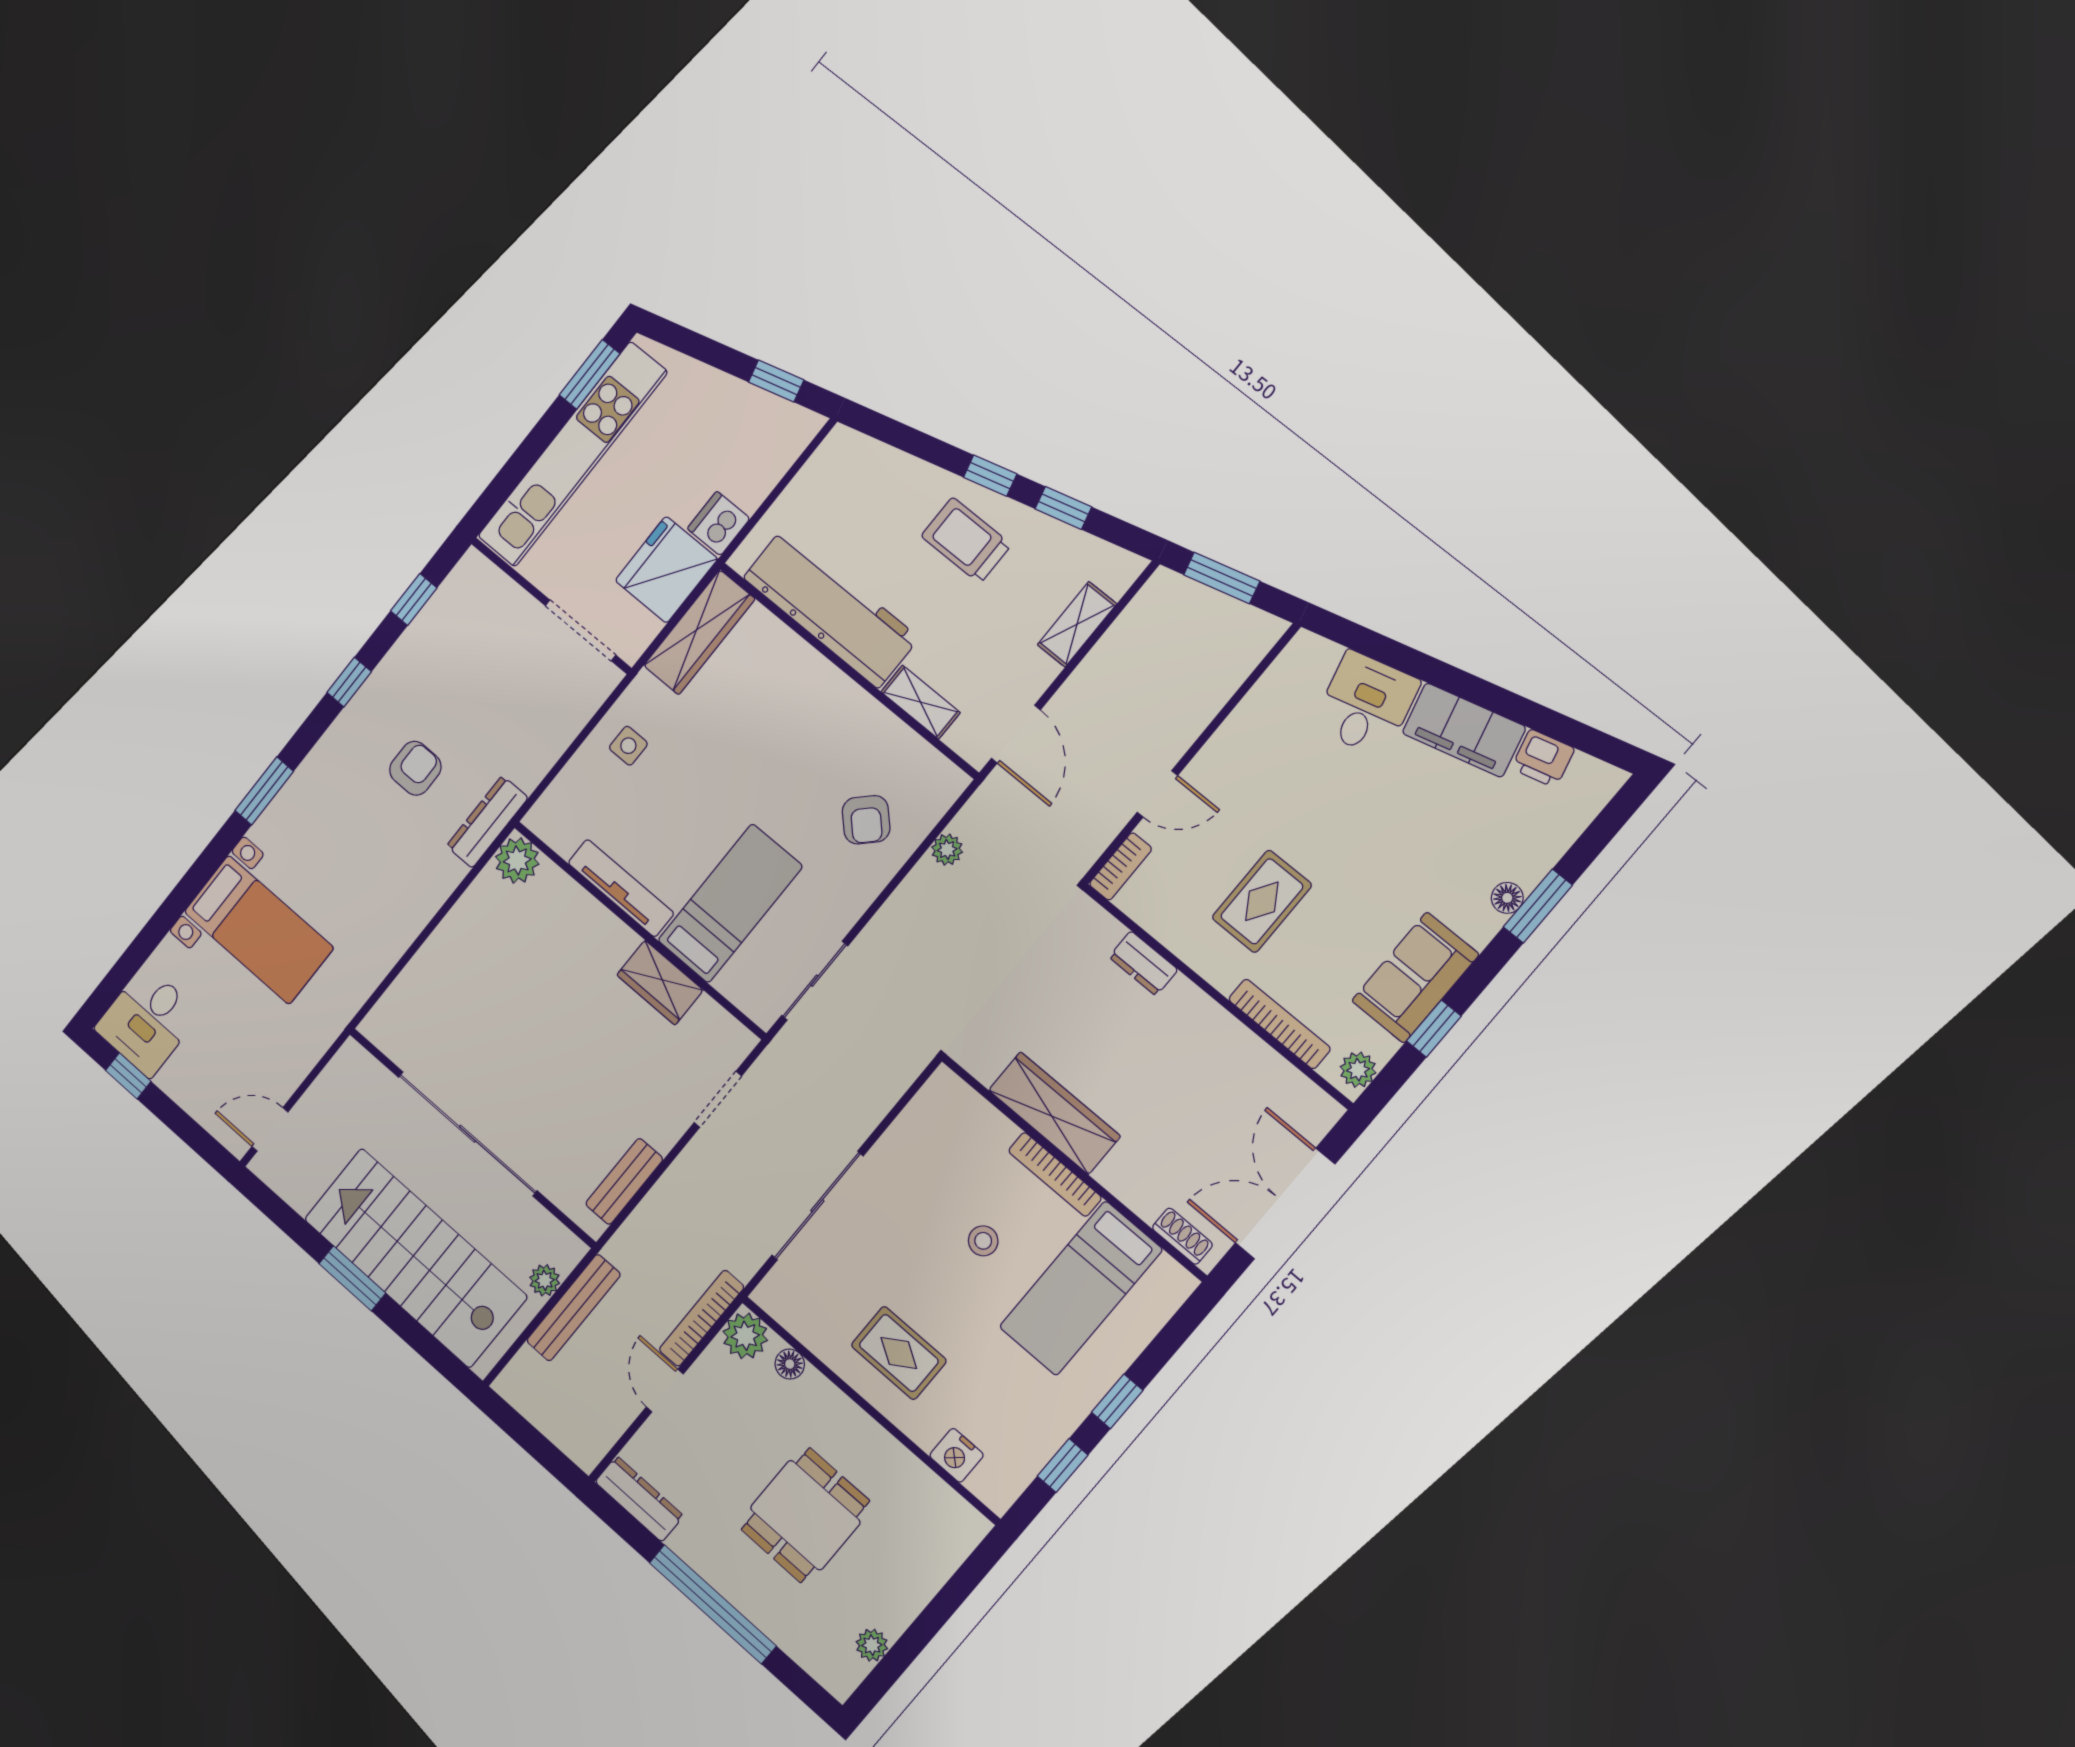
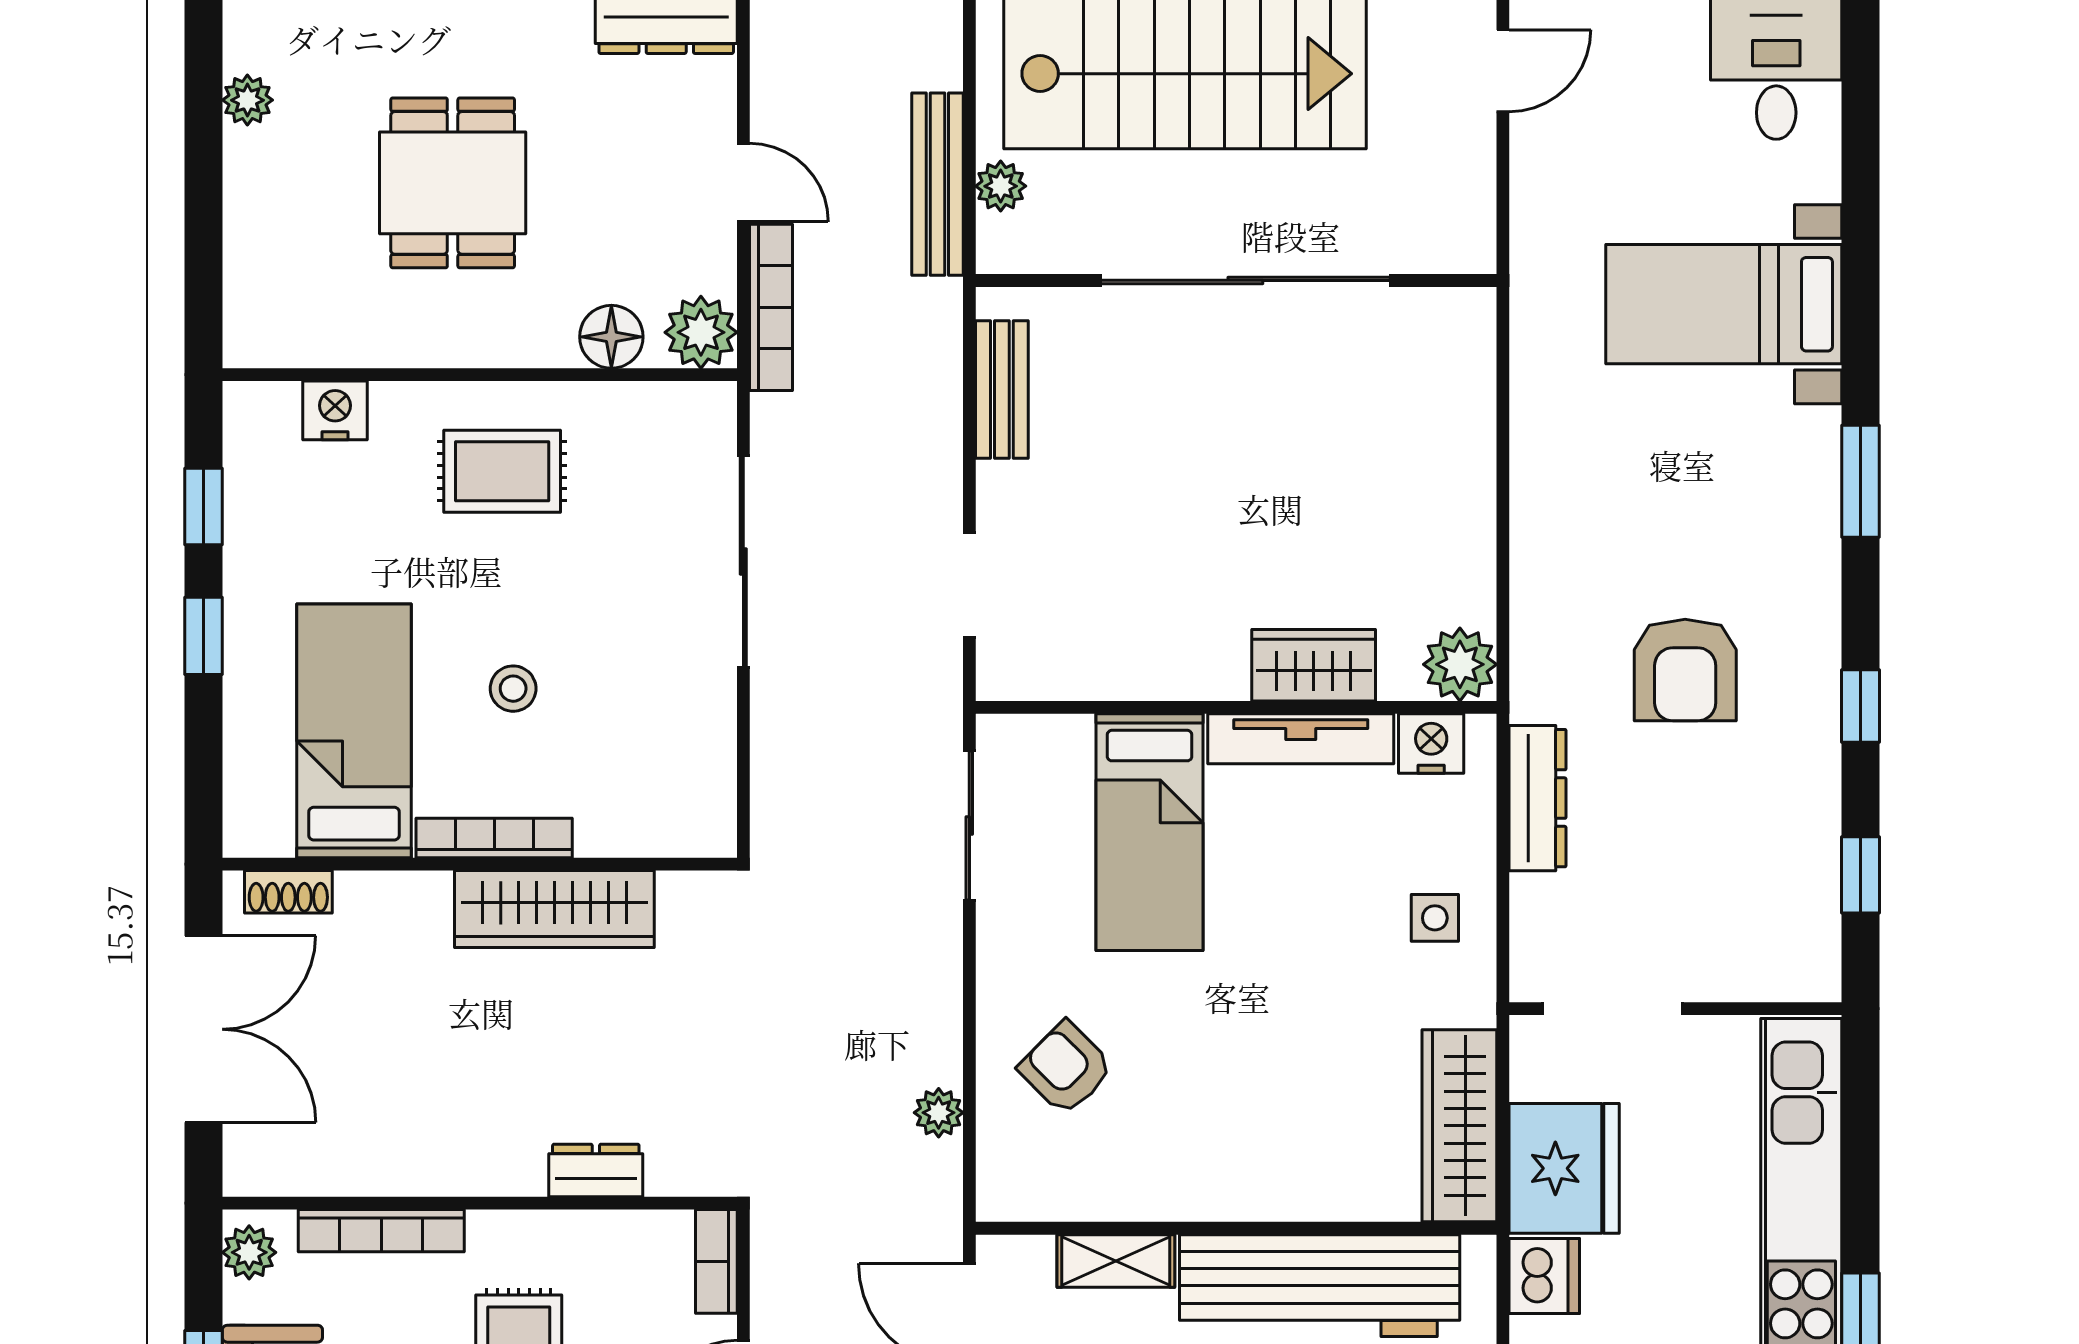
armchair: (415, 768) -> (1685, 670), width x1.38, depth x1.38
dresser: (487, 822) -> (1538, 798), moved
nightstand: (562, 833) -> (1431, 744), added
wardrobe: (660, 983) -> (1314, 665), moved
floor lamp: (790, 1364) -> (611, 337), width x1.37, depth x1.37

